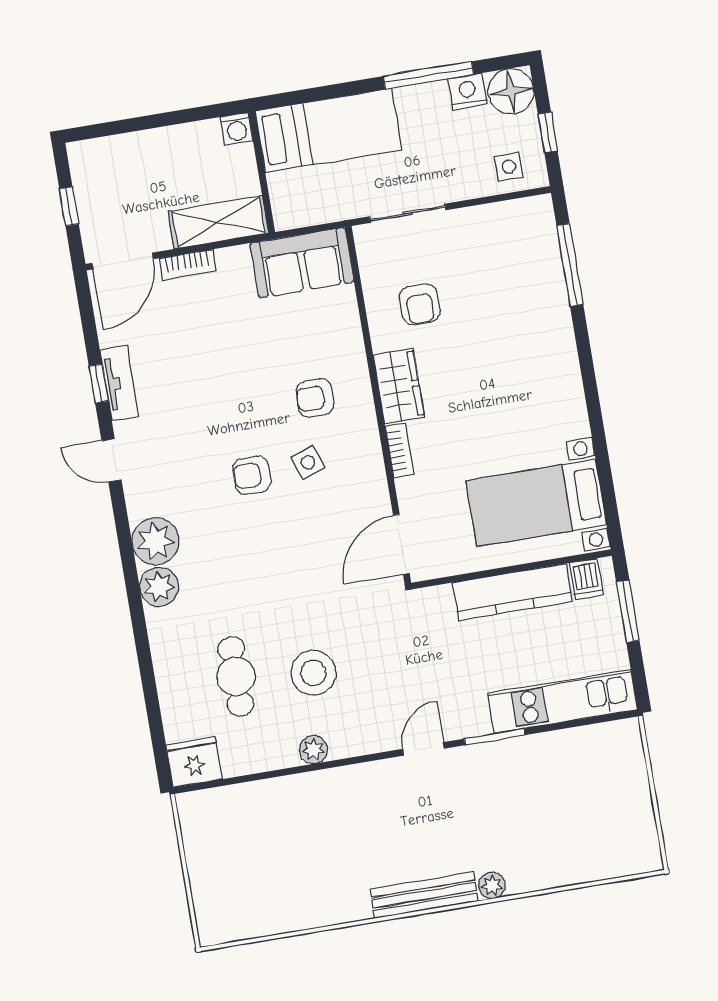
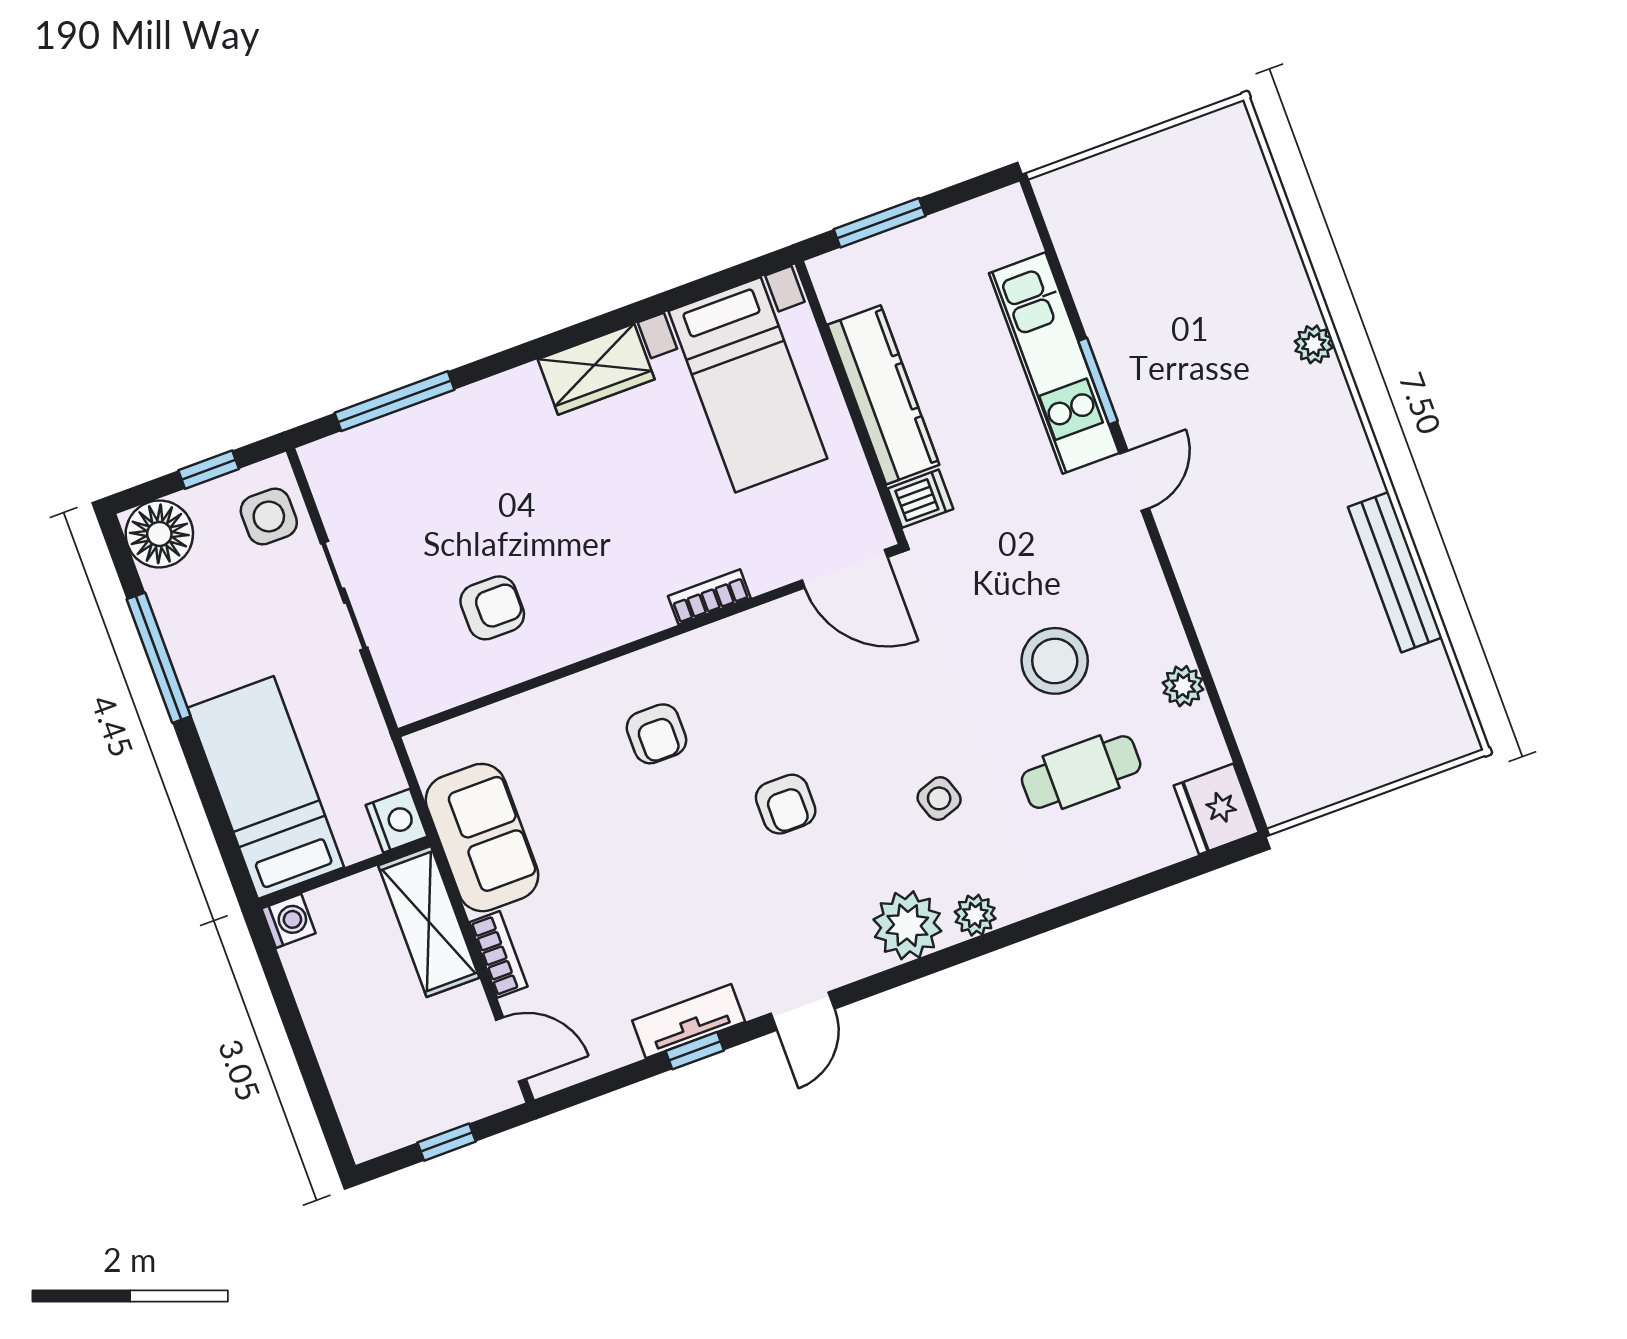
nightstand: (468, 92) -> (397, 821), moved, turned 180
side table: (509, 167) -> (269, 517), width x1.37, depth x1.37
sliding door: (408, 213) -> (344, 596), moved
door: (123, 261) -> (511, 1049), width x0.73
sofa: (302, 263) -> (482, 838), moved
wardrobe: (399, 386) -> (596, 369), moved, turned 180
side table: (308, 462) -> (939, 798), moved
dishwasher: (586, 579) -> (920, 499), moved
plant: (159, 587) -> (975, 915), width x0.73, depth x0.73
kitchen unit: (562, 701) -> (1054, 363), moved
door: (424, 749) -> (1135, 481), swing flipped
plant: (314, 750) -> (1183, 686), moved
bench: (424, 895) -> (1395, 572), moved

